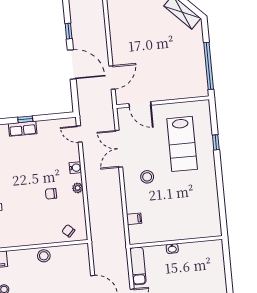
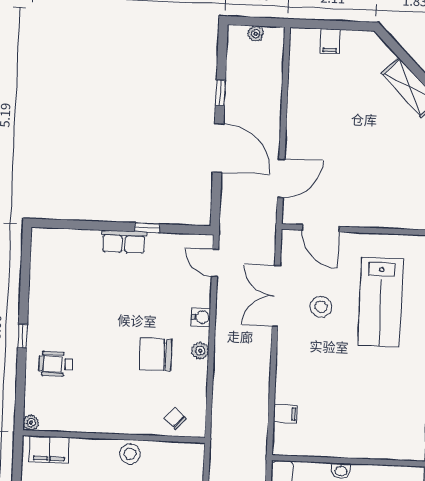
window: (25, 119) -> (147, 228), moved
stool: (147, 177) -> (321, 307), moved
chair: (51, 194) -> (156, 354), width x1.87, depth x1.87

